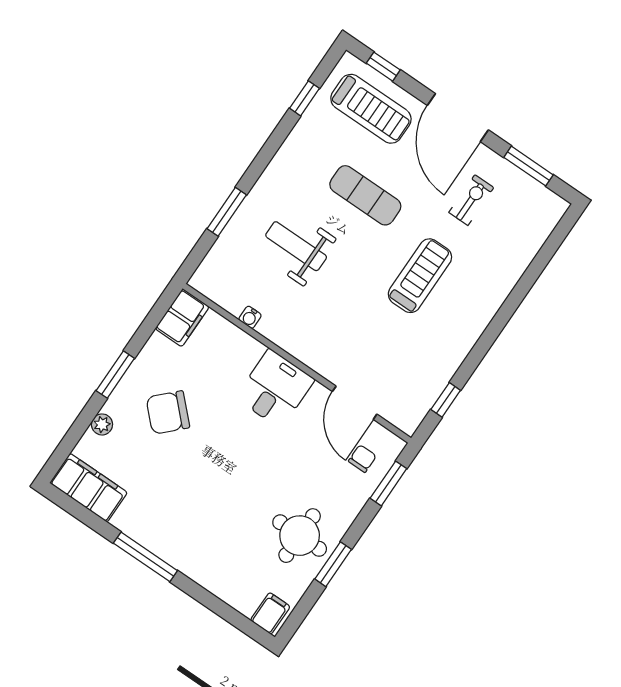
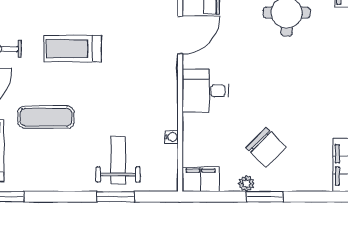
exercise mat: (365, 195) -> (46, 117), turned 90
weight bench: (296, 246) -> (118, 160), moved, turned 180
plant: (102, 424) -> (246, 184), moved

